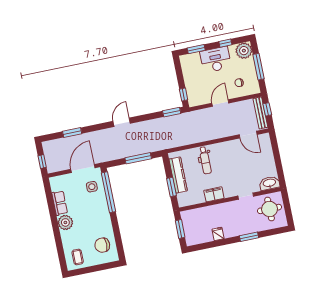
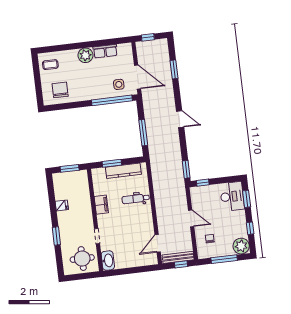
desk: (216, 60) -> (232, 196), moved

